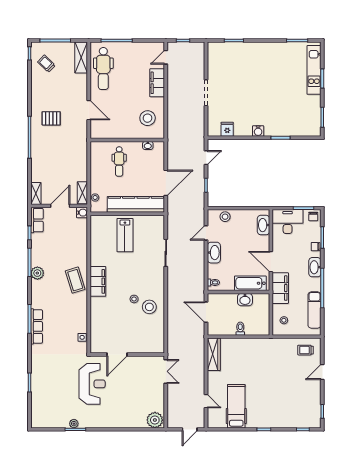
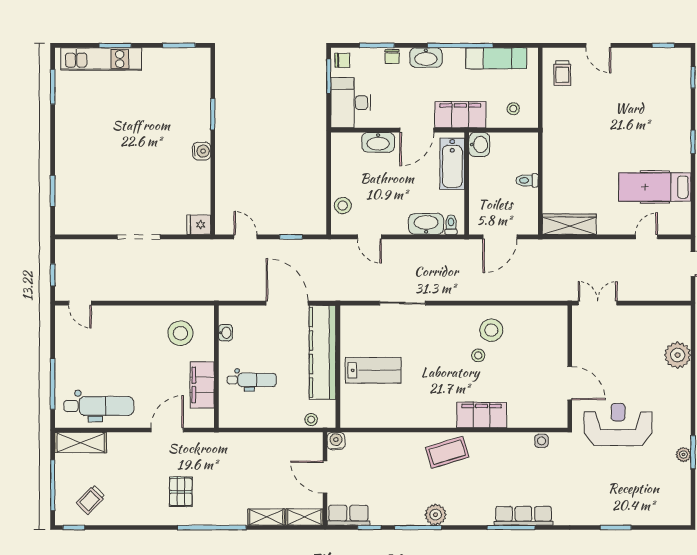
filing cabinet: (157, 83) -> (202, 385), moved, turned 90
fridge: (227, 129) -> (199, 225), moved
shelving: (82, 193) -> (266, 517), moved
washbasin: (263, 225) -> (378, 142), moved
washbasin: (214, 253) -> (426, 224), moved
filing cabinet: (98, 281) -> (482, 415), moved
washbasin: (245, 300) -> (479, 144), moved
plant: (155, 420) -> (678, 355), moved

